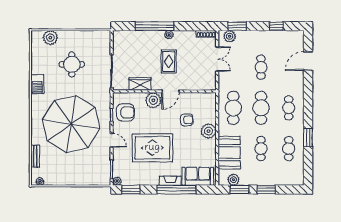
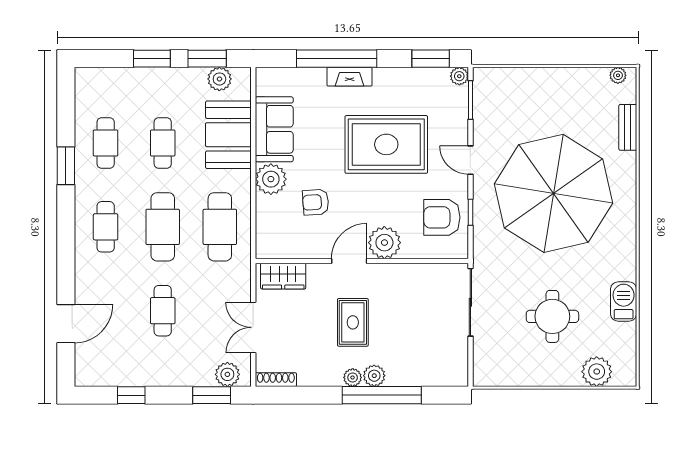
plant: (158, 36) -> (374, 376), added
barbecue: (37, 84) -> (624, 302), moved
wardrobe: (140, 84) -> (283, 276), moved
sofa: (198, 176) -> (274, 129), moved, turned -90

